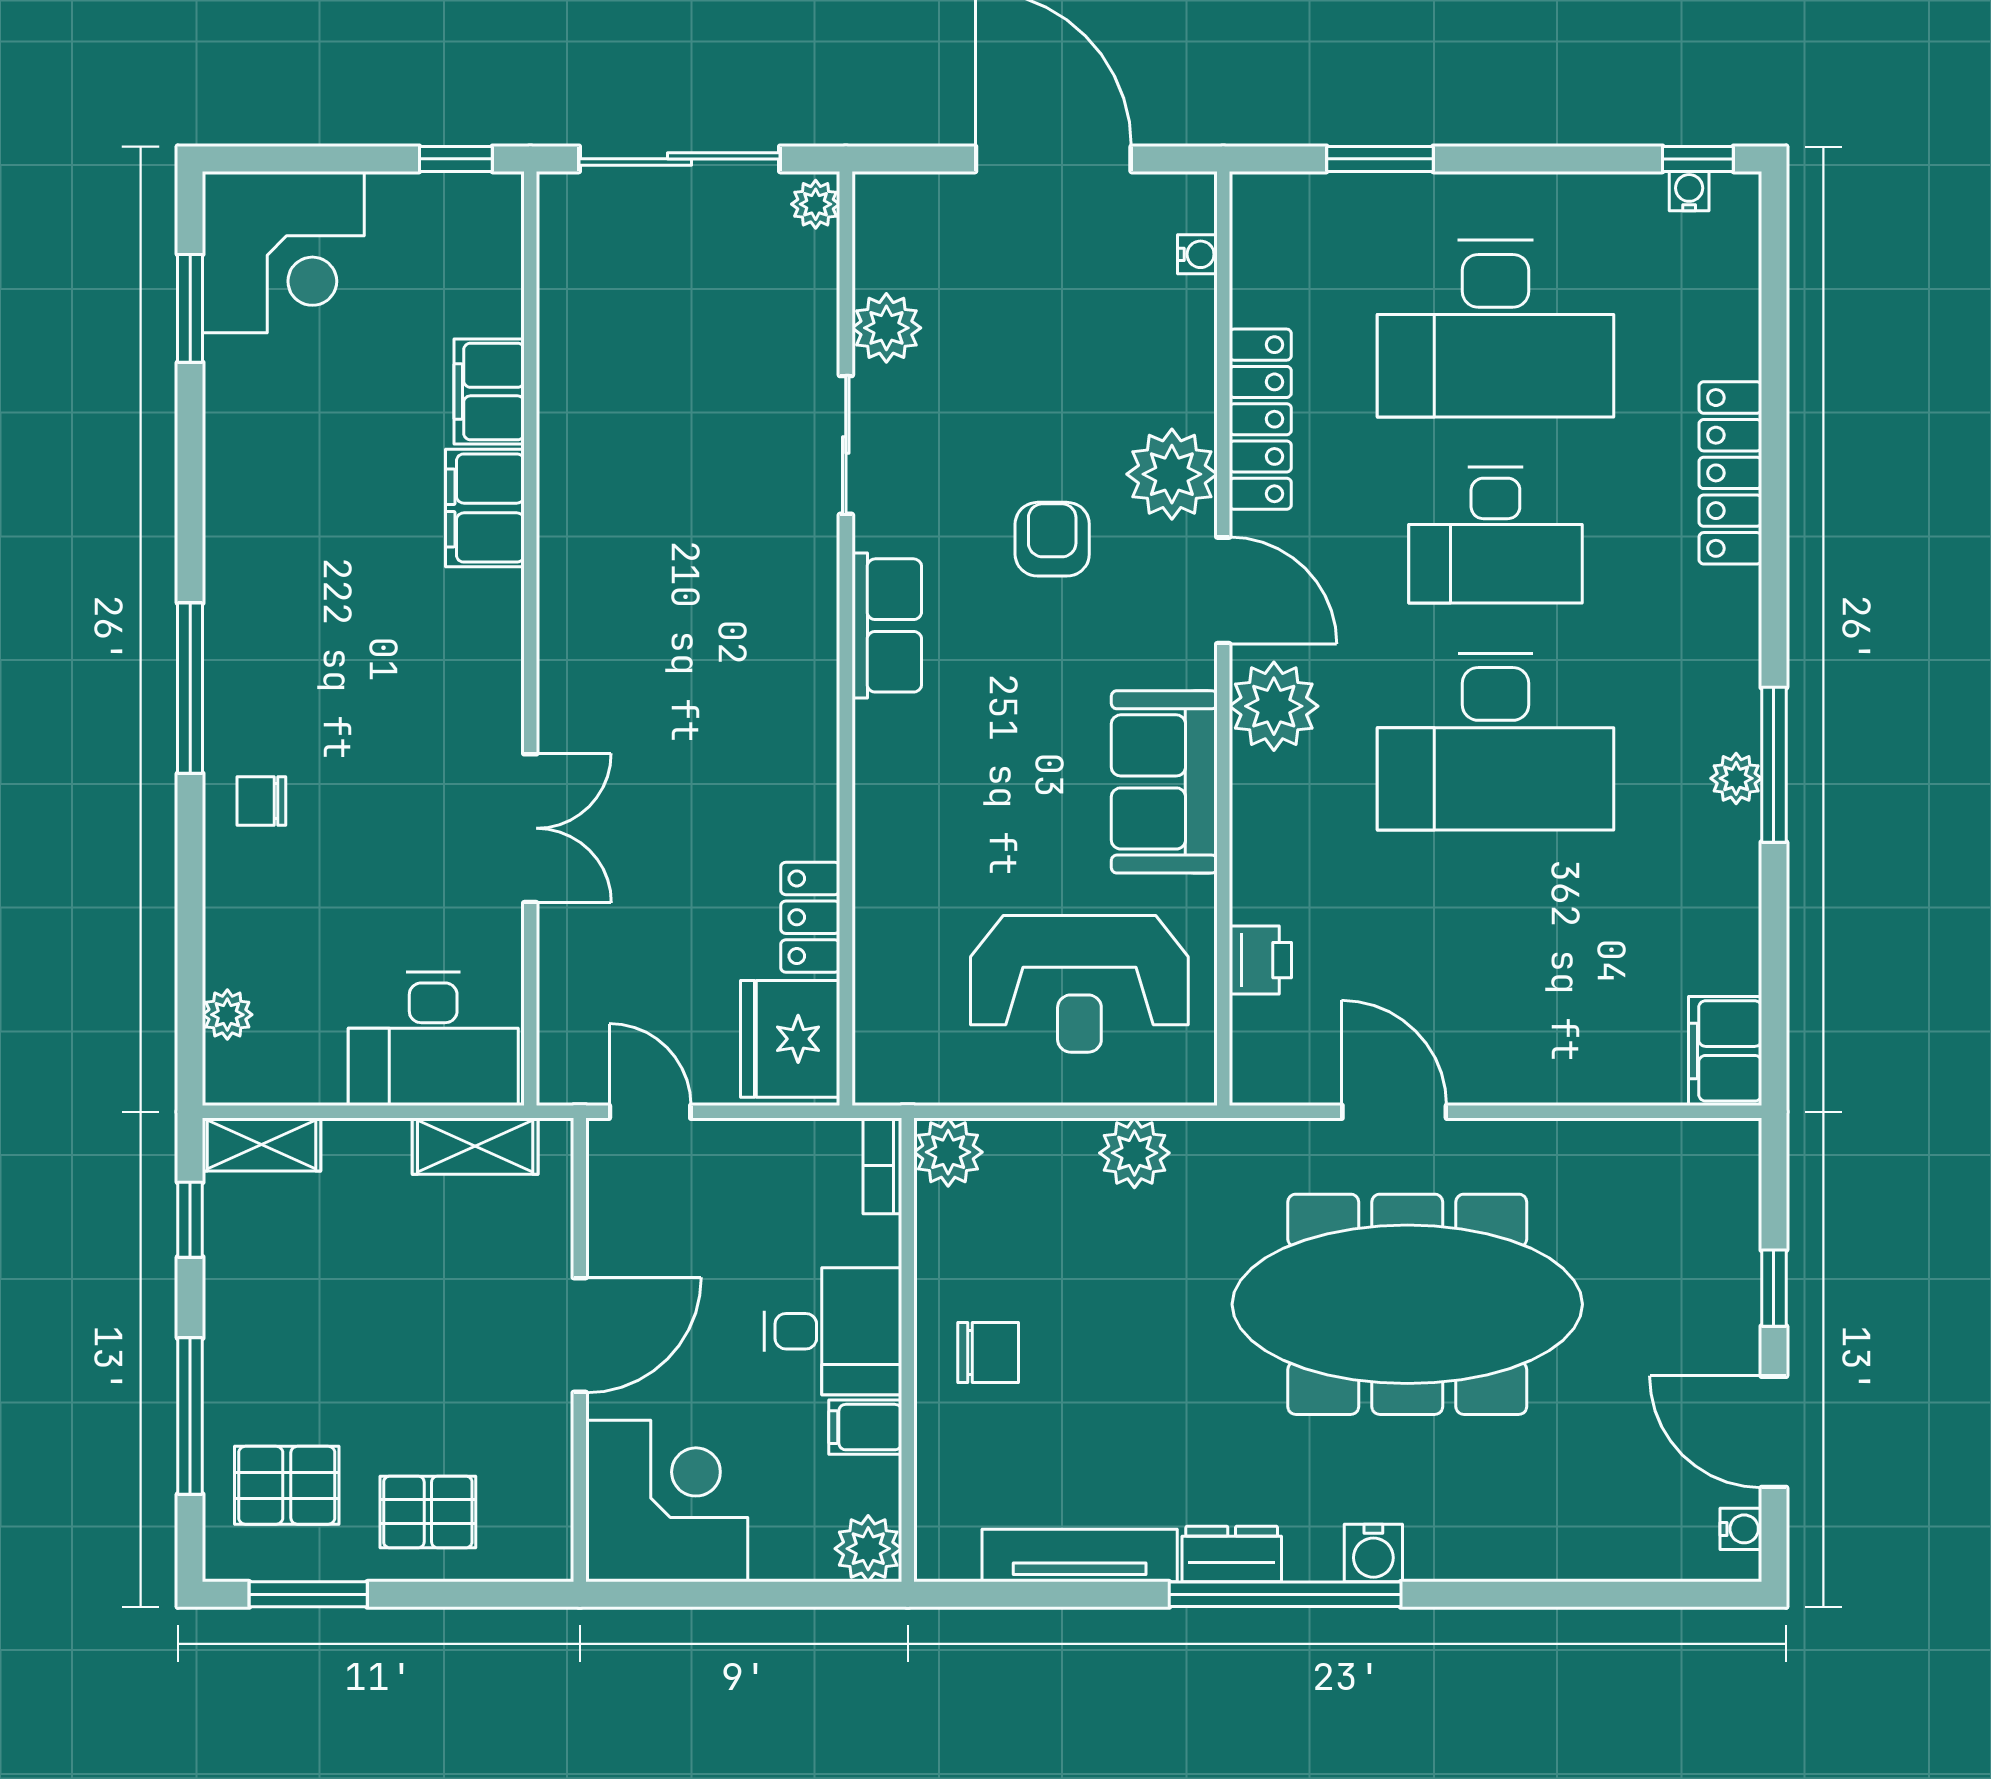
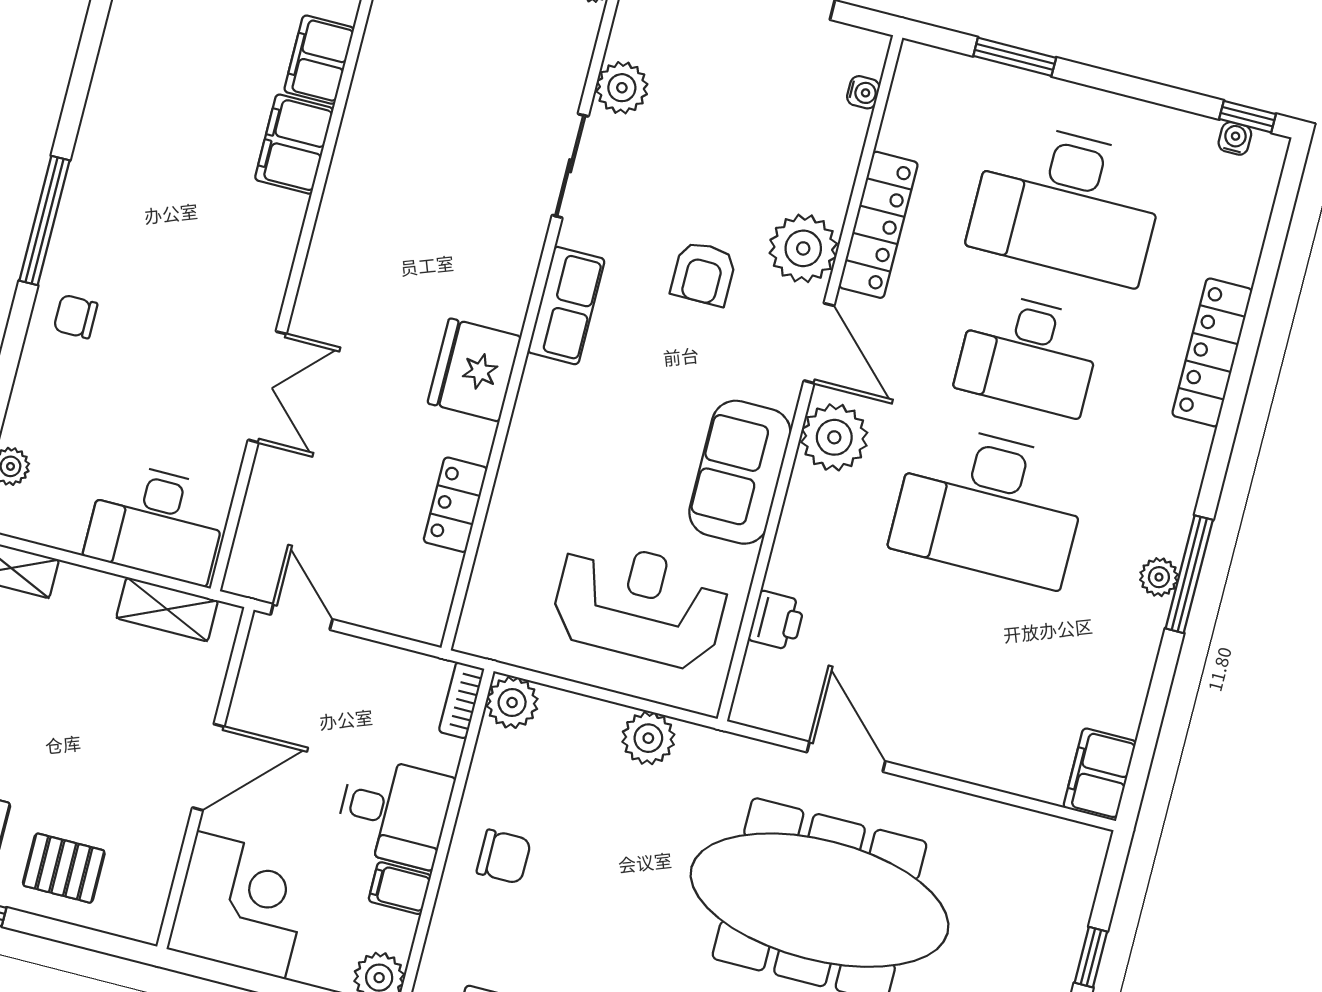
armchair: (1052, 539) -> (703, 274), turned 180
reception desk: (1079, 984) -> (640, 604), turned 180
fridge: (790, 1039) -> (474, 370), moved

